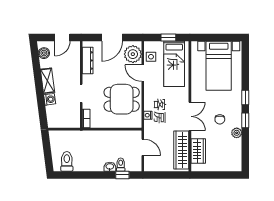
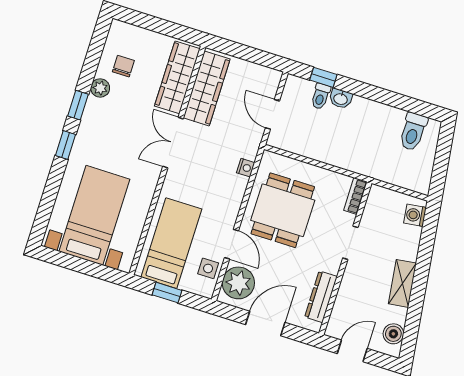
washing machine: (50, 99) -> (415, 215), moved
dining table: (122, 99) -> (283, 210), turned 90
chair: (220, 119) -> (123, 66), moved
wardrobe: (198, 151) -> (177, 77), width x1.50

